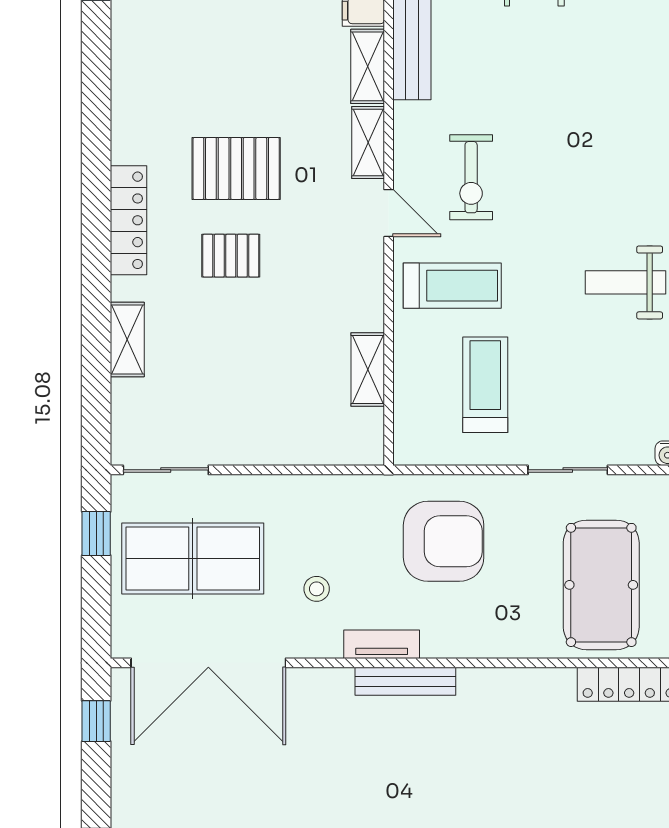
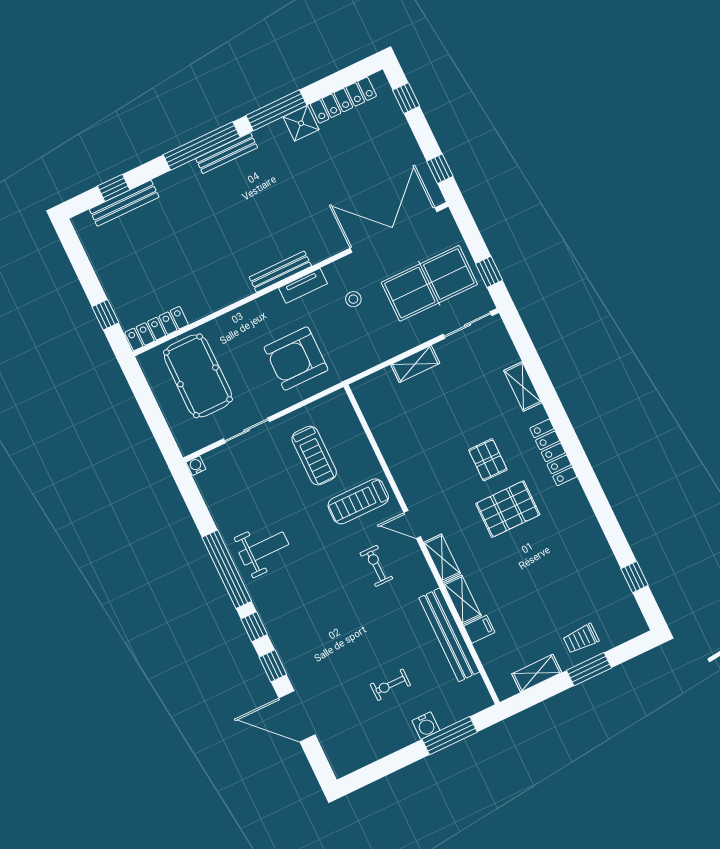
exercise bike: (471, 177) -> (376, 566), width x0.73, depth x0.72
pallet: (231, 256) -> (488, 460), turned 90
shelving: (368, 369) -> (415, 364), moved, turned 90

